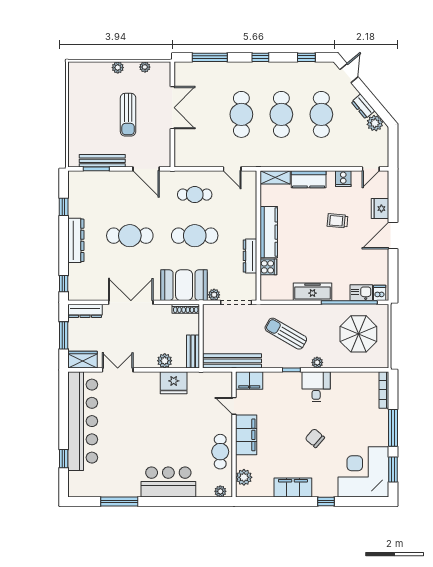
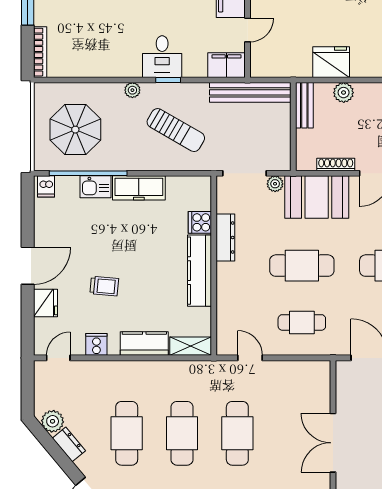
kitchen sink: (361, 293) -> (96, 187), moved
shoe rack: (186, 309) -> (336, 164), moved
desk: (316, 387) -> (162, 57), moved
door: (234, 406) -> (248, 30), hinge flipped

